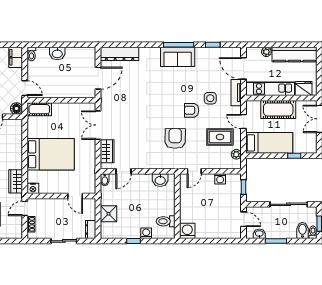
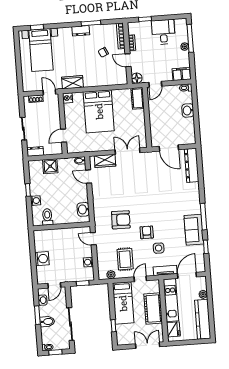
sofa: (178, 57) -> (194, 230), moved
bidet: (302, 230) -> (47, 322), moved
washing machine: (187, 231) -> (42, 259), moved

